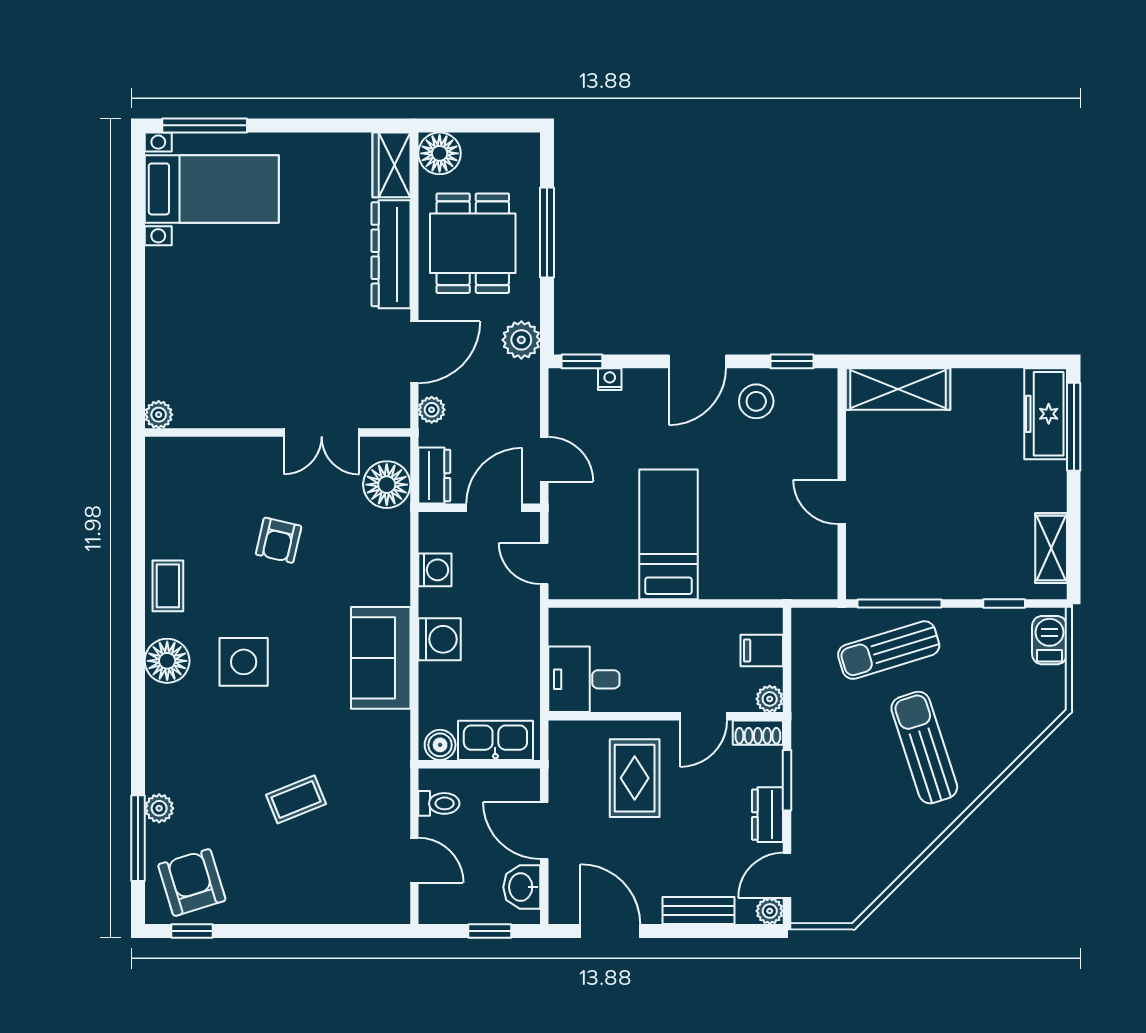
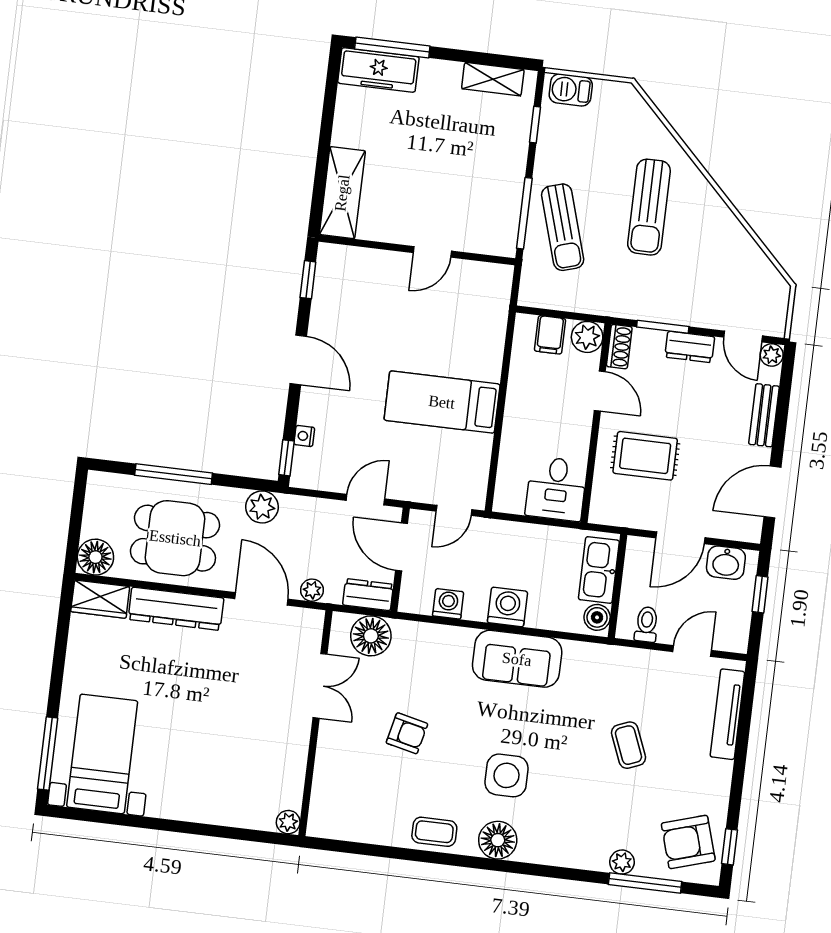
stool: (756, 401) -> (338, 314), removed
plant: (770, 699) -> (587, 337), width x1.38, depth x1.38
sun lounger: (924, 748) -> (649, 207), turned -72
tv unit: (346, 910) -> (727, 714), added

